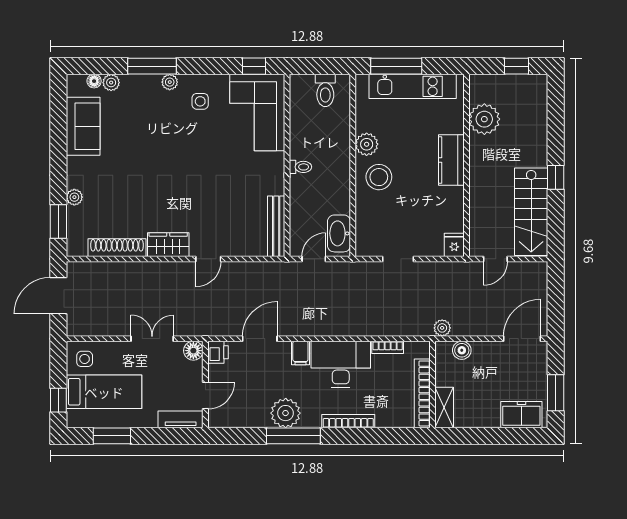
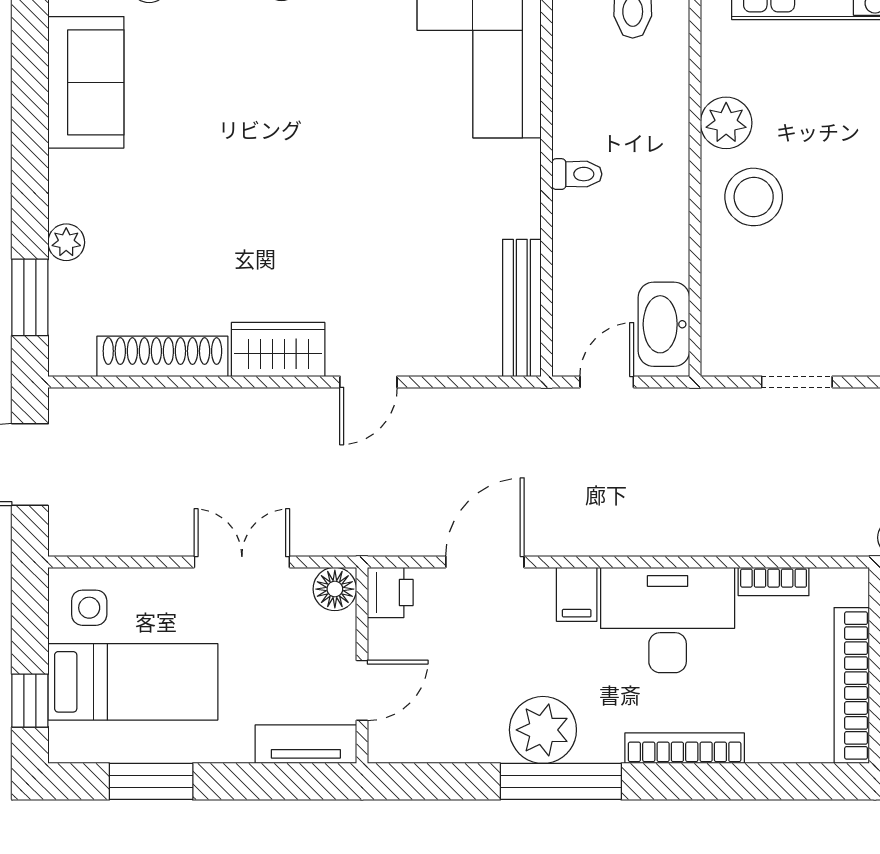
side table: (200, 101) -> (350, 26), removed

